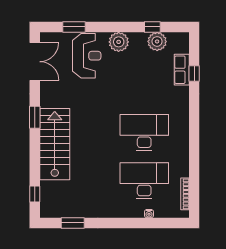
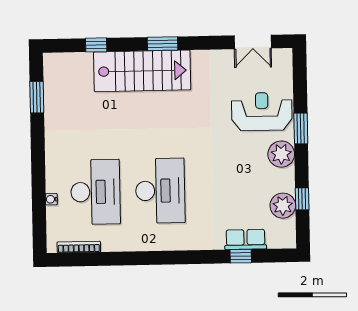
window: (74, 27) -> (301, 129), moved
reception desk: (87, 56) -> (262, 112), turned 180
double door: (35, 62) -> (253, 42), width x0.73
window: (35, 117) -> (163, 44), moved
window: (35, 194) -> (96, 45), moved

